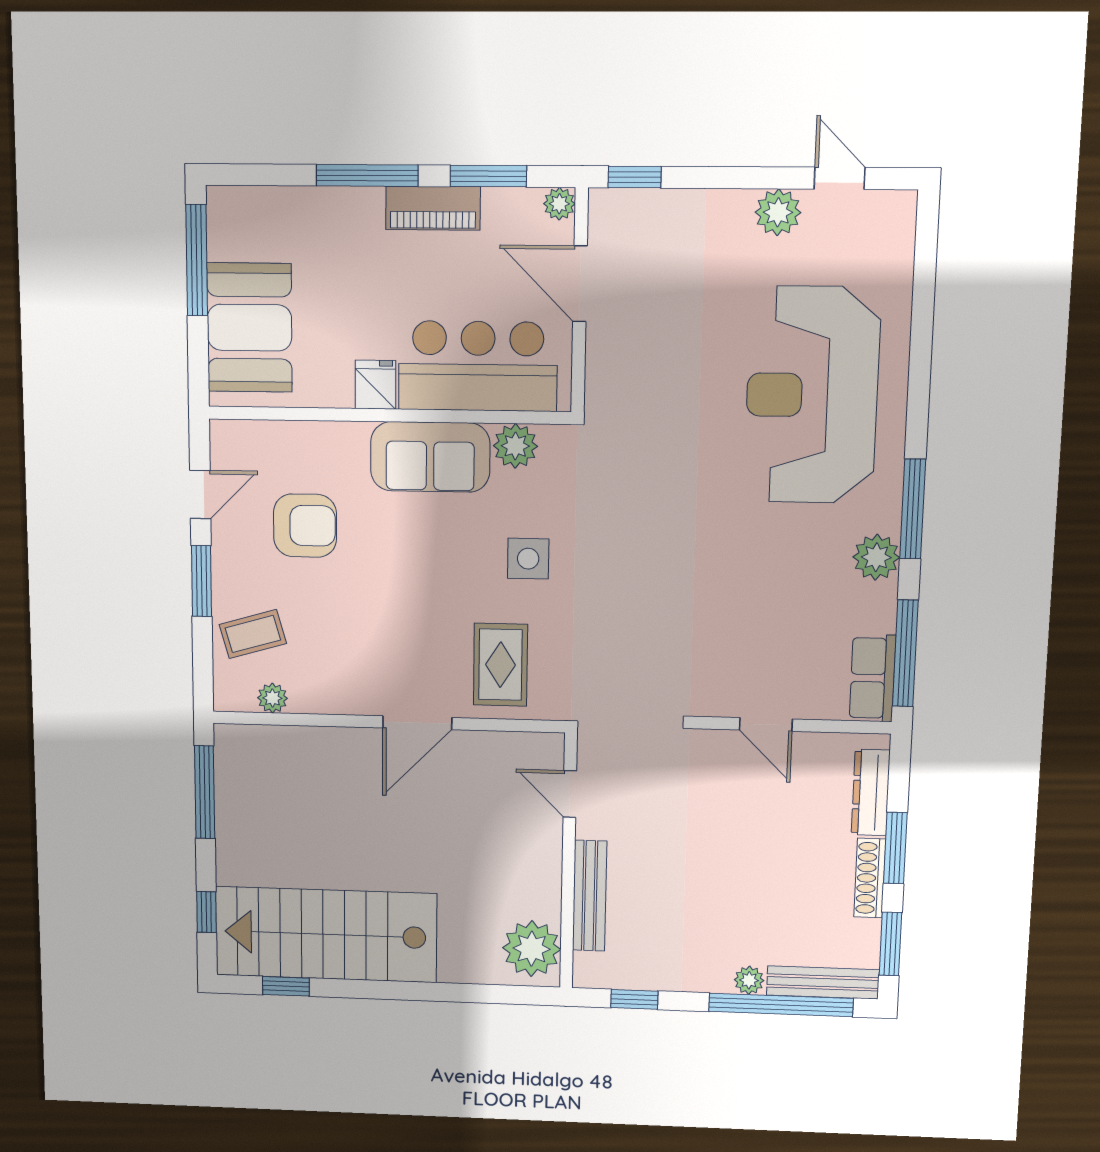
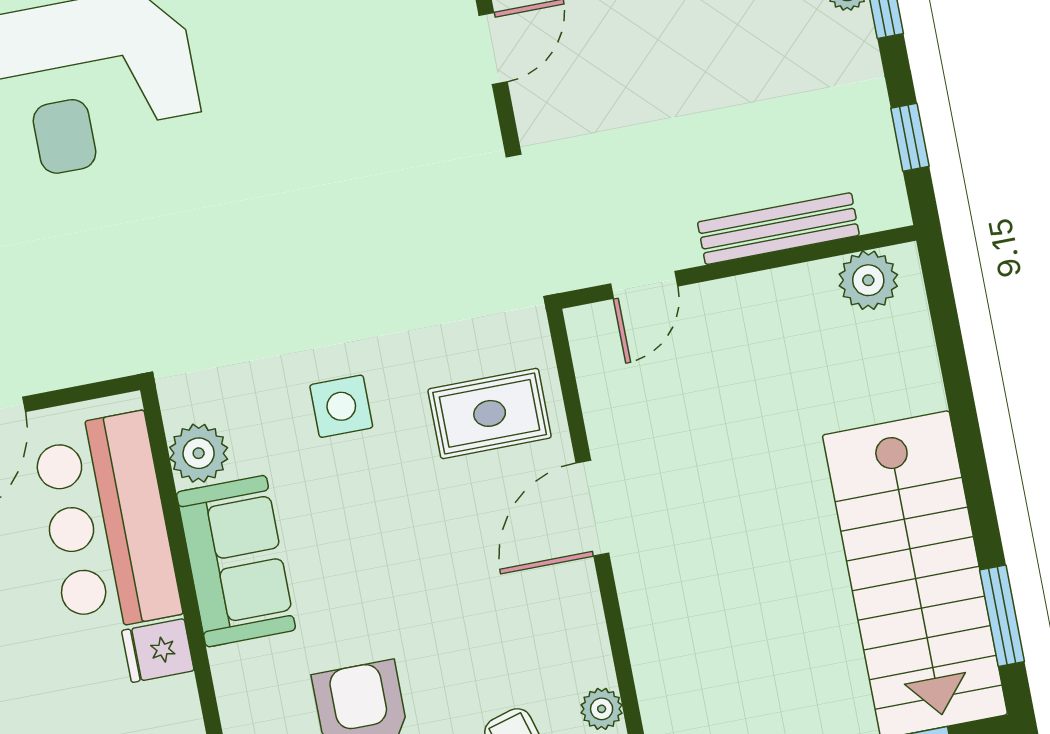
door: (417, 723) -> (592, 508), swing flipped
plant: (532, 949) -> (868, 280), width x0.73, depth x0.73
window: (286, 986) -> (1002, 616), width x1.50

